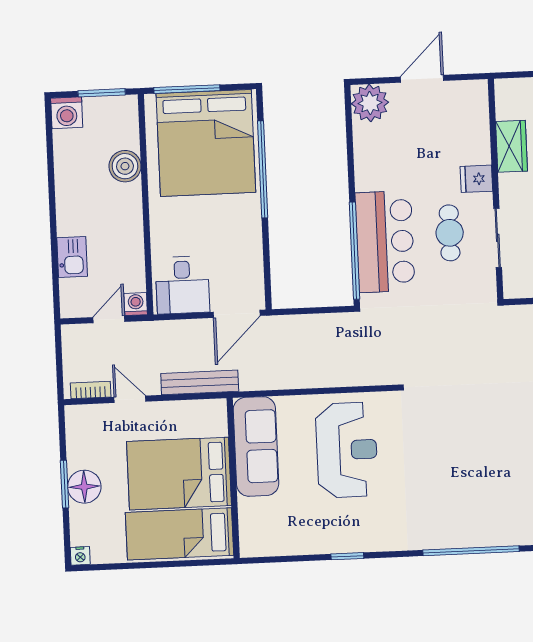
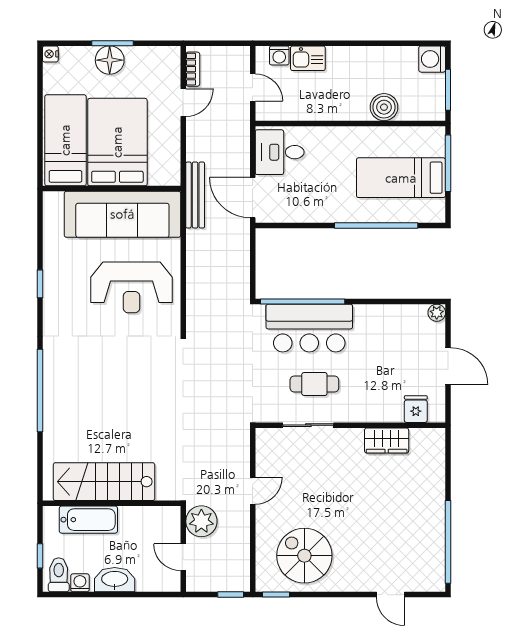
plant: (370, 103) -> (437, 313), width x0.53, depth x0.53
bed: (206, 143) -> (401, 178), width x0.49
fridge: (476, 179) -> (416, 409), moved
washing machine: (136, 304) -> (279, 55), moved, turned 90
bench: (200, 382) -> (195, 195), moved
sofa: (256, 446) -> (122, 214), width x1.36, depth x1.27

